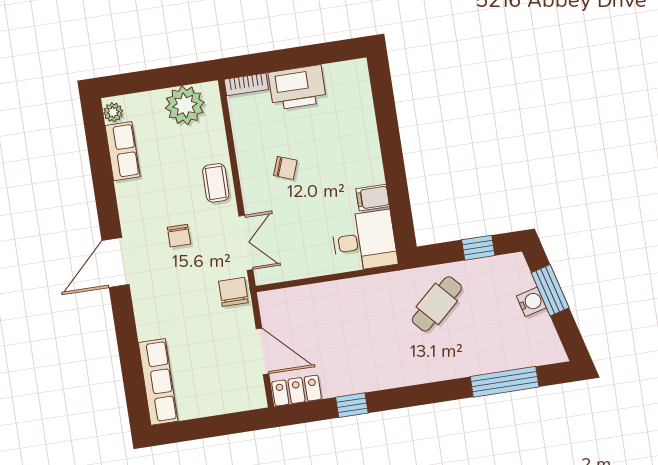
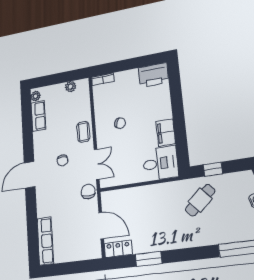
printer: (297, 87) -> (154, 75), moved
plant: (185, 105) -> (71, 87), width x0.53, depth x0.53
filing cabinet: (373, 198) -> (166, 133), width x2.00
window: (478, 248) -> (213, 169), moved
window: (352, 405) -> (149, 259), width x1.50

